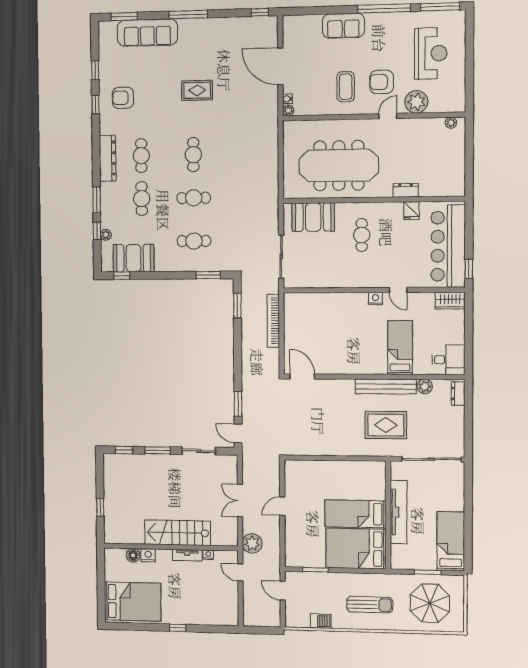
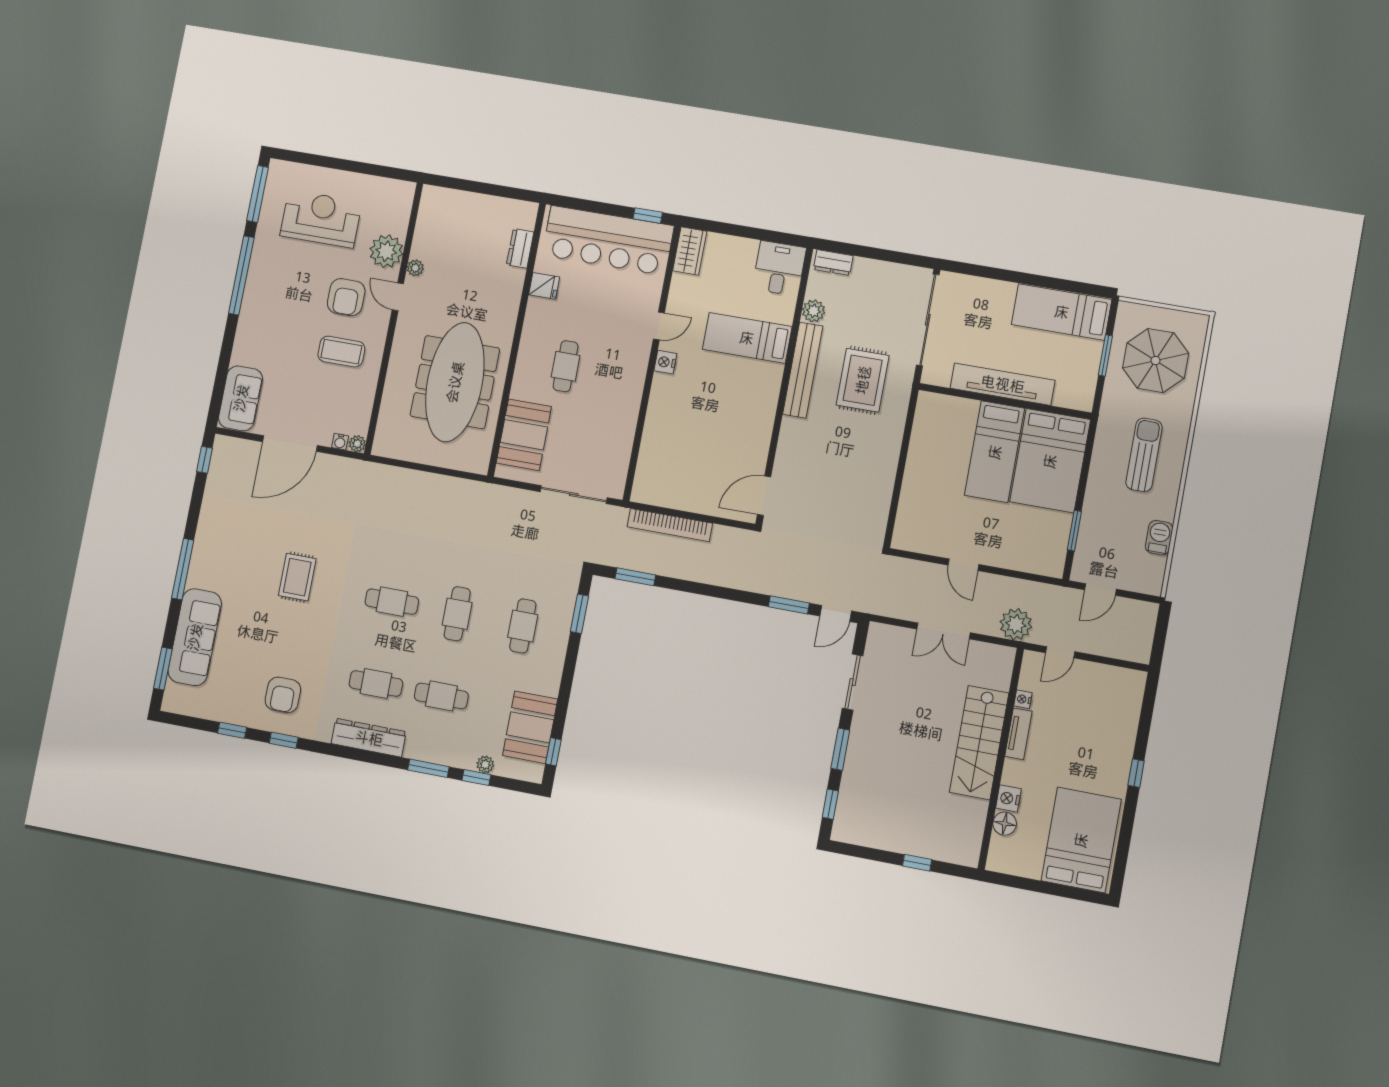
sofa: (343, 26) -> (241, 398), moved
plant: (451, 123) -> (415, 268), moved
dresser: (406, 190) -> (520, 248), moved
cafe table: (362, 235) -> (566, 366), turned 90

